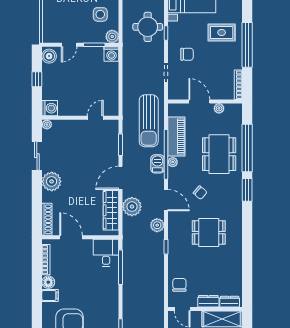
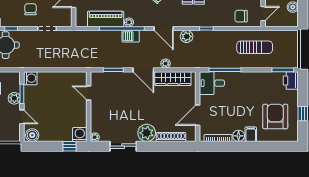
plant: (112, 36) -> (14, 98), moved
window: (37, 79) -> (69, 146), moved
sun lounger: (149, 121) -> (255, 47), moved, width x0.73, depth x0.75
door: (166, 200) -> (164, 28), swing flipped
plant: (132, 207) -> (166, 63), width x0.53, depth x0.53
shoe rack: (47, 219) -> (171, 137), moved

